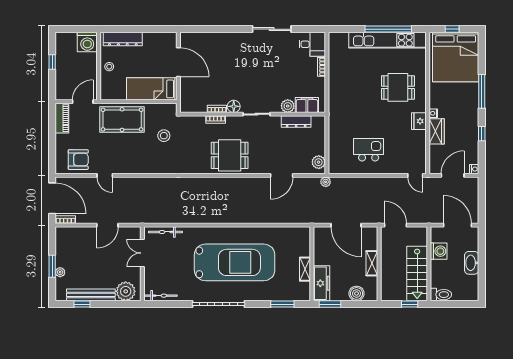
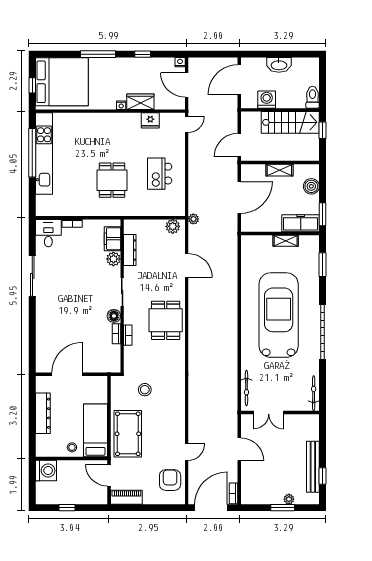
dresser: (123, 39) -> (43, 413), moved
dining table: (398, 87) -> (112, 180), moved
bed: (152, 89) -> (95, 430), moved, turned 180
fridge: (419, 121) -> (150, 120), moved
plant: (126, 291) -> (309, 430), removed

